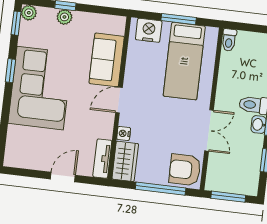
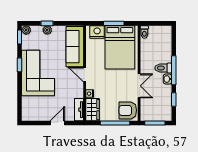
sofa: (107, 60) -> (75, 47), width x1.36
bed: (184, 61) -> (120, 47), width x1.50
door: (119, 100) -> (85, 75), hinge flipped

